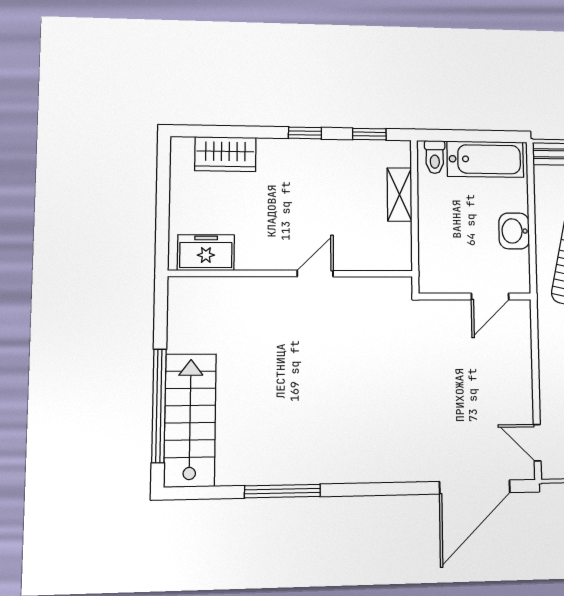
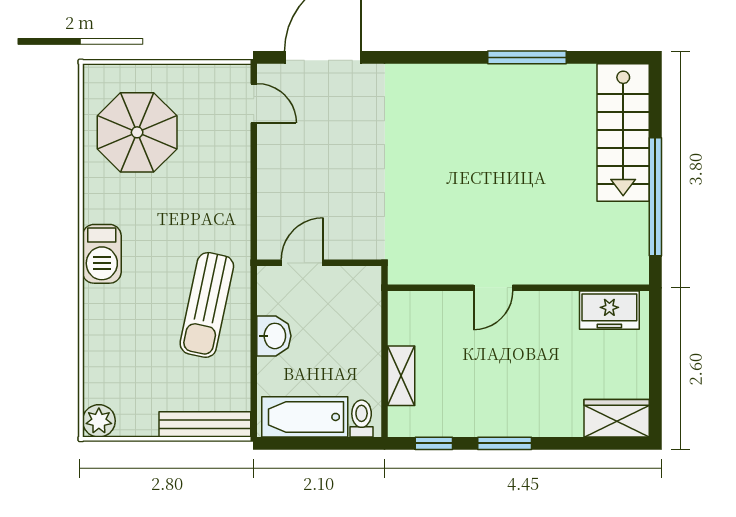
window: (305, 133) -> (505, 443), width x1.50
wardrobe: (225, 154) -> (617, 418), moved
window: (159, 406) -> (655, 197), moved

